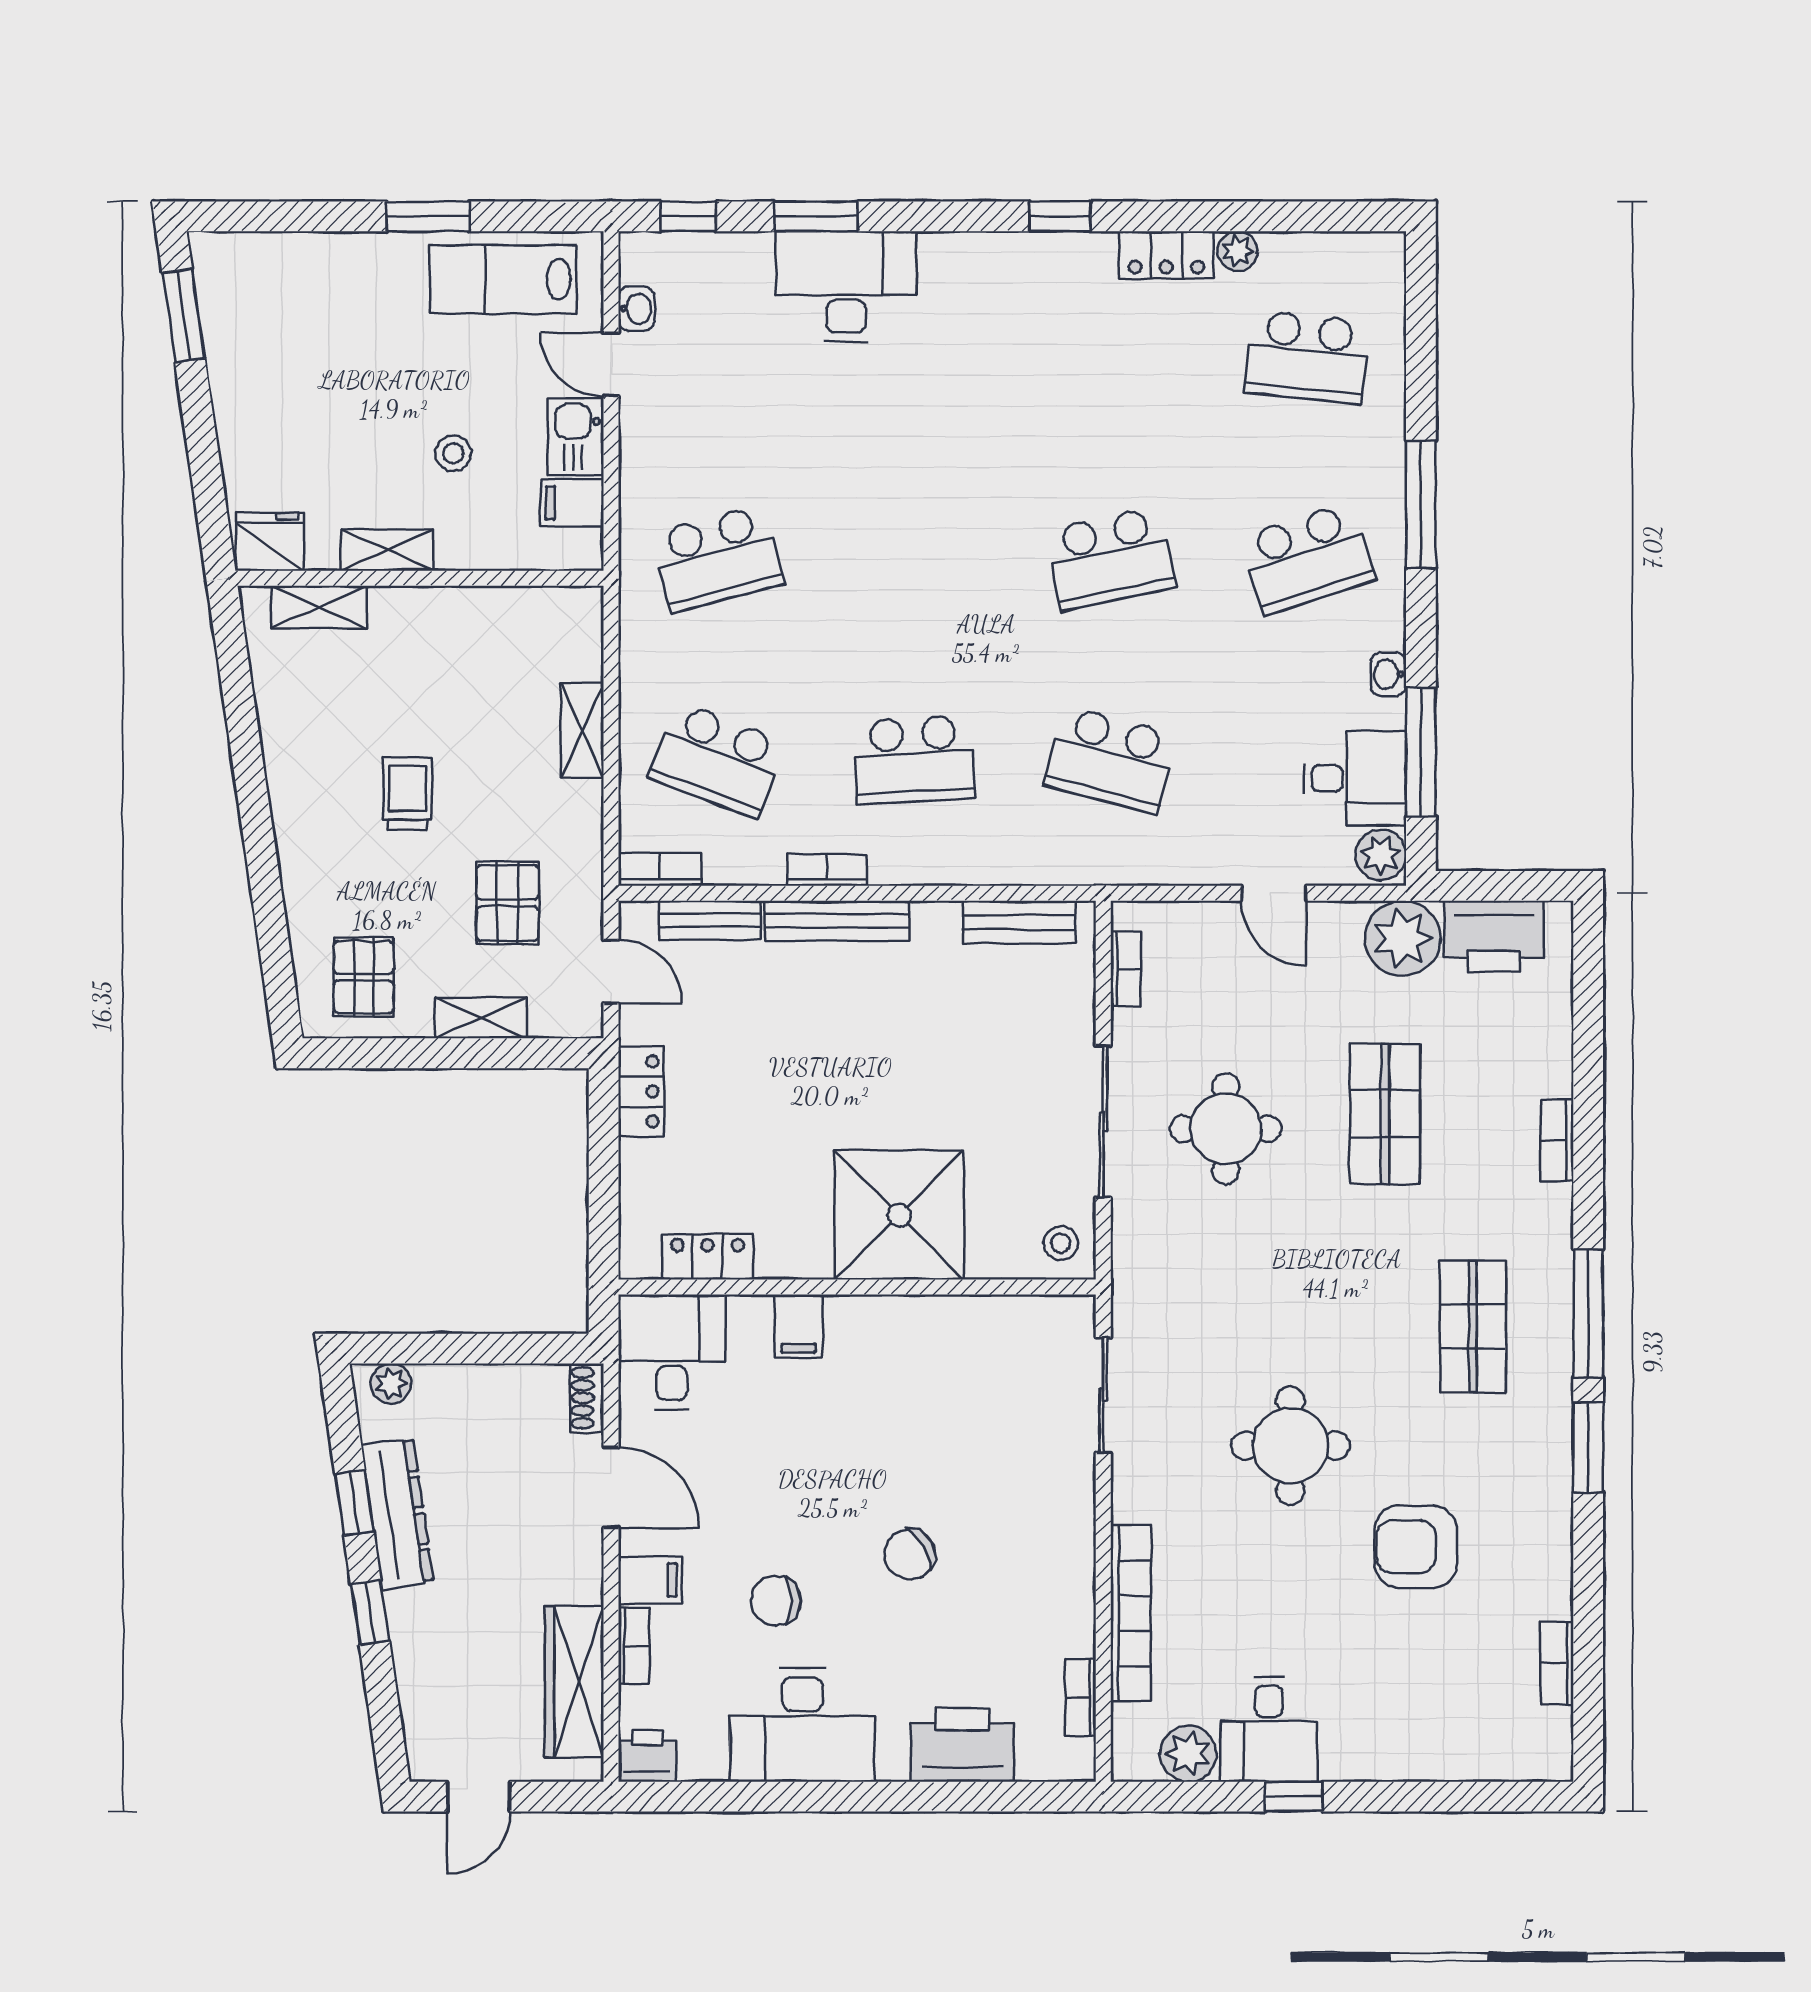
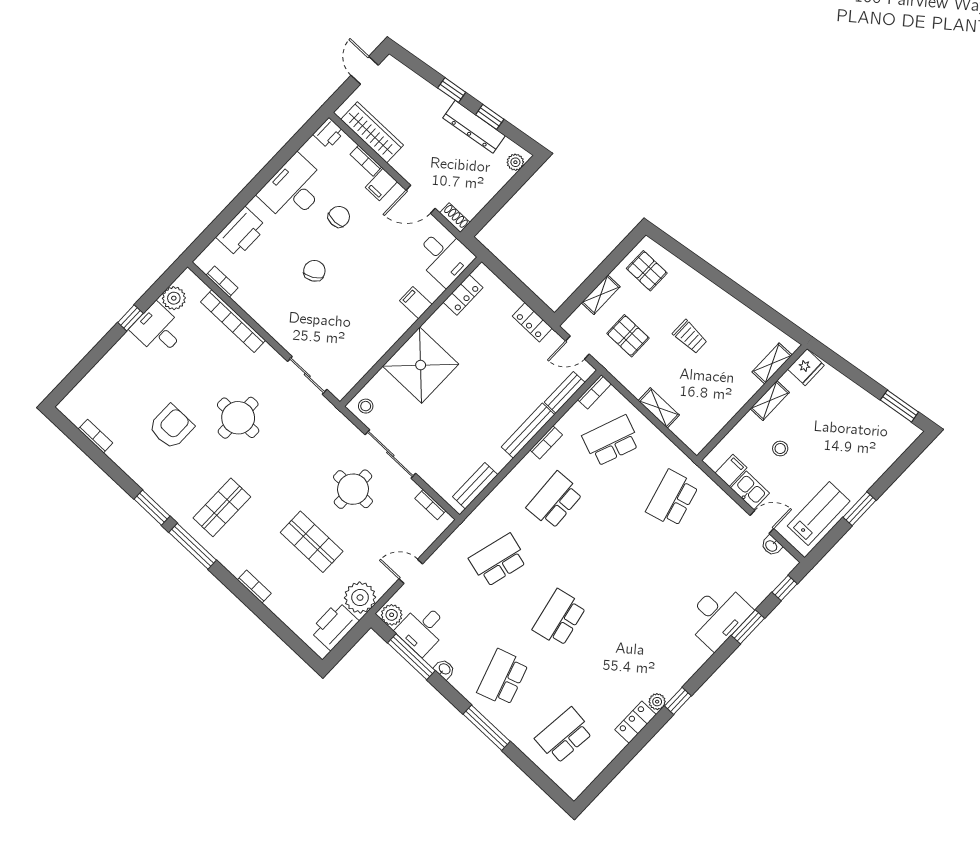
plant: (1238, 251) -> (657, 702), moved
shop shelf: (1473, 1327) -> (222, 507), turned 90

